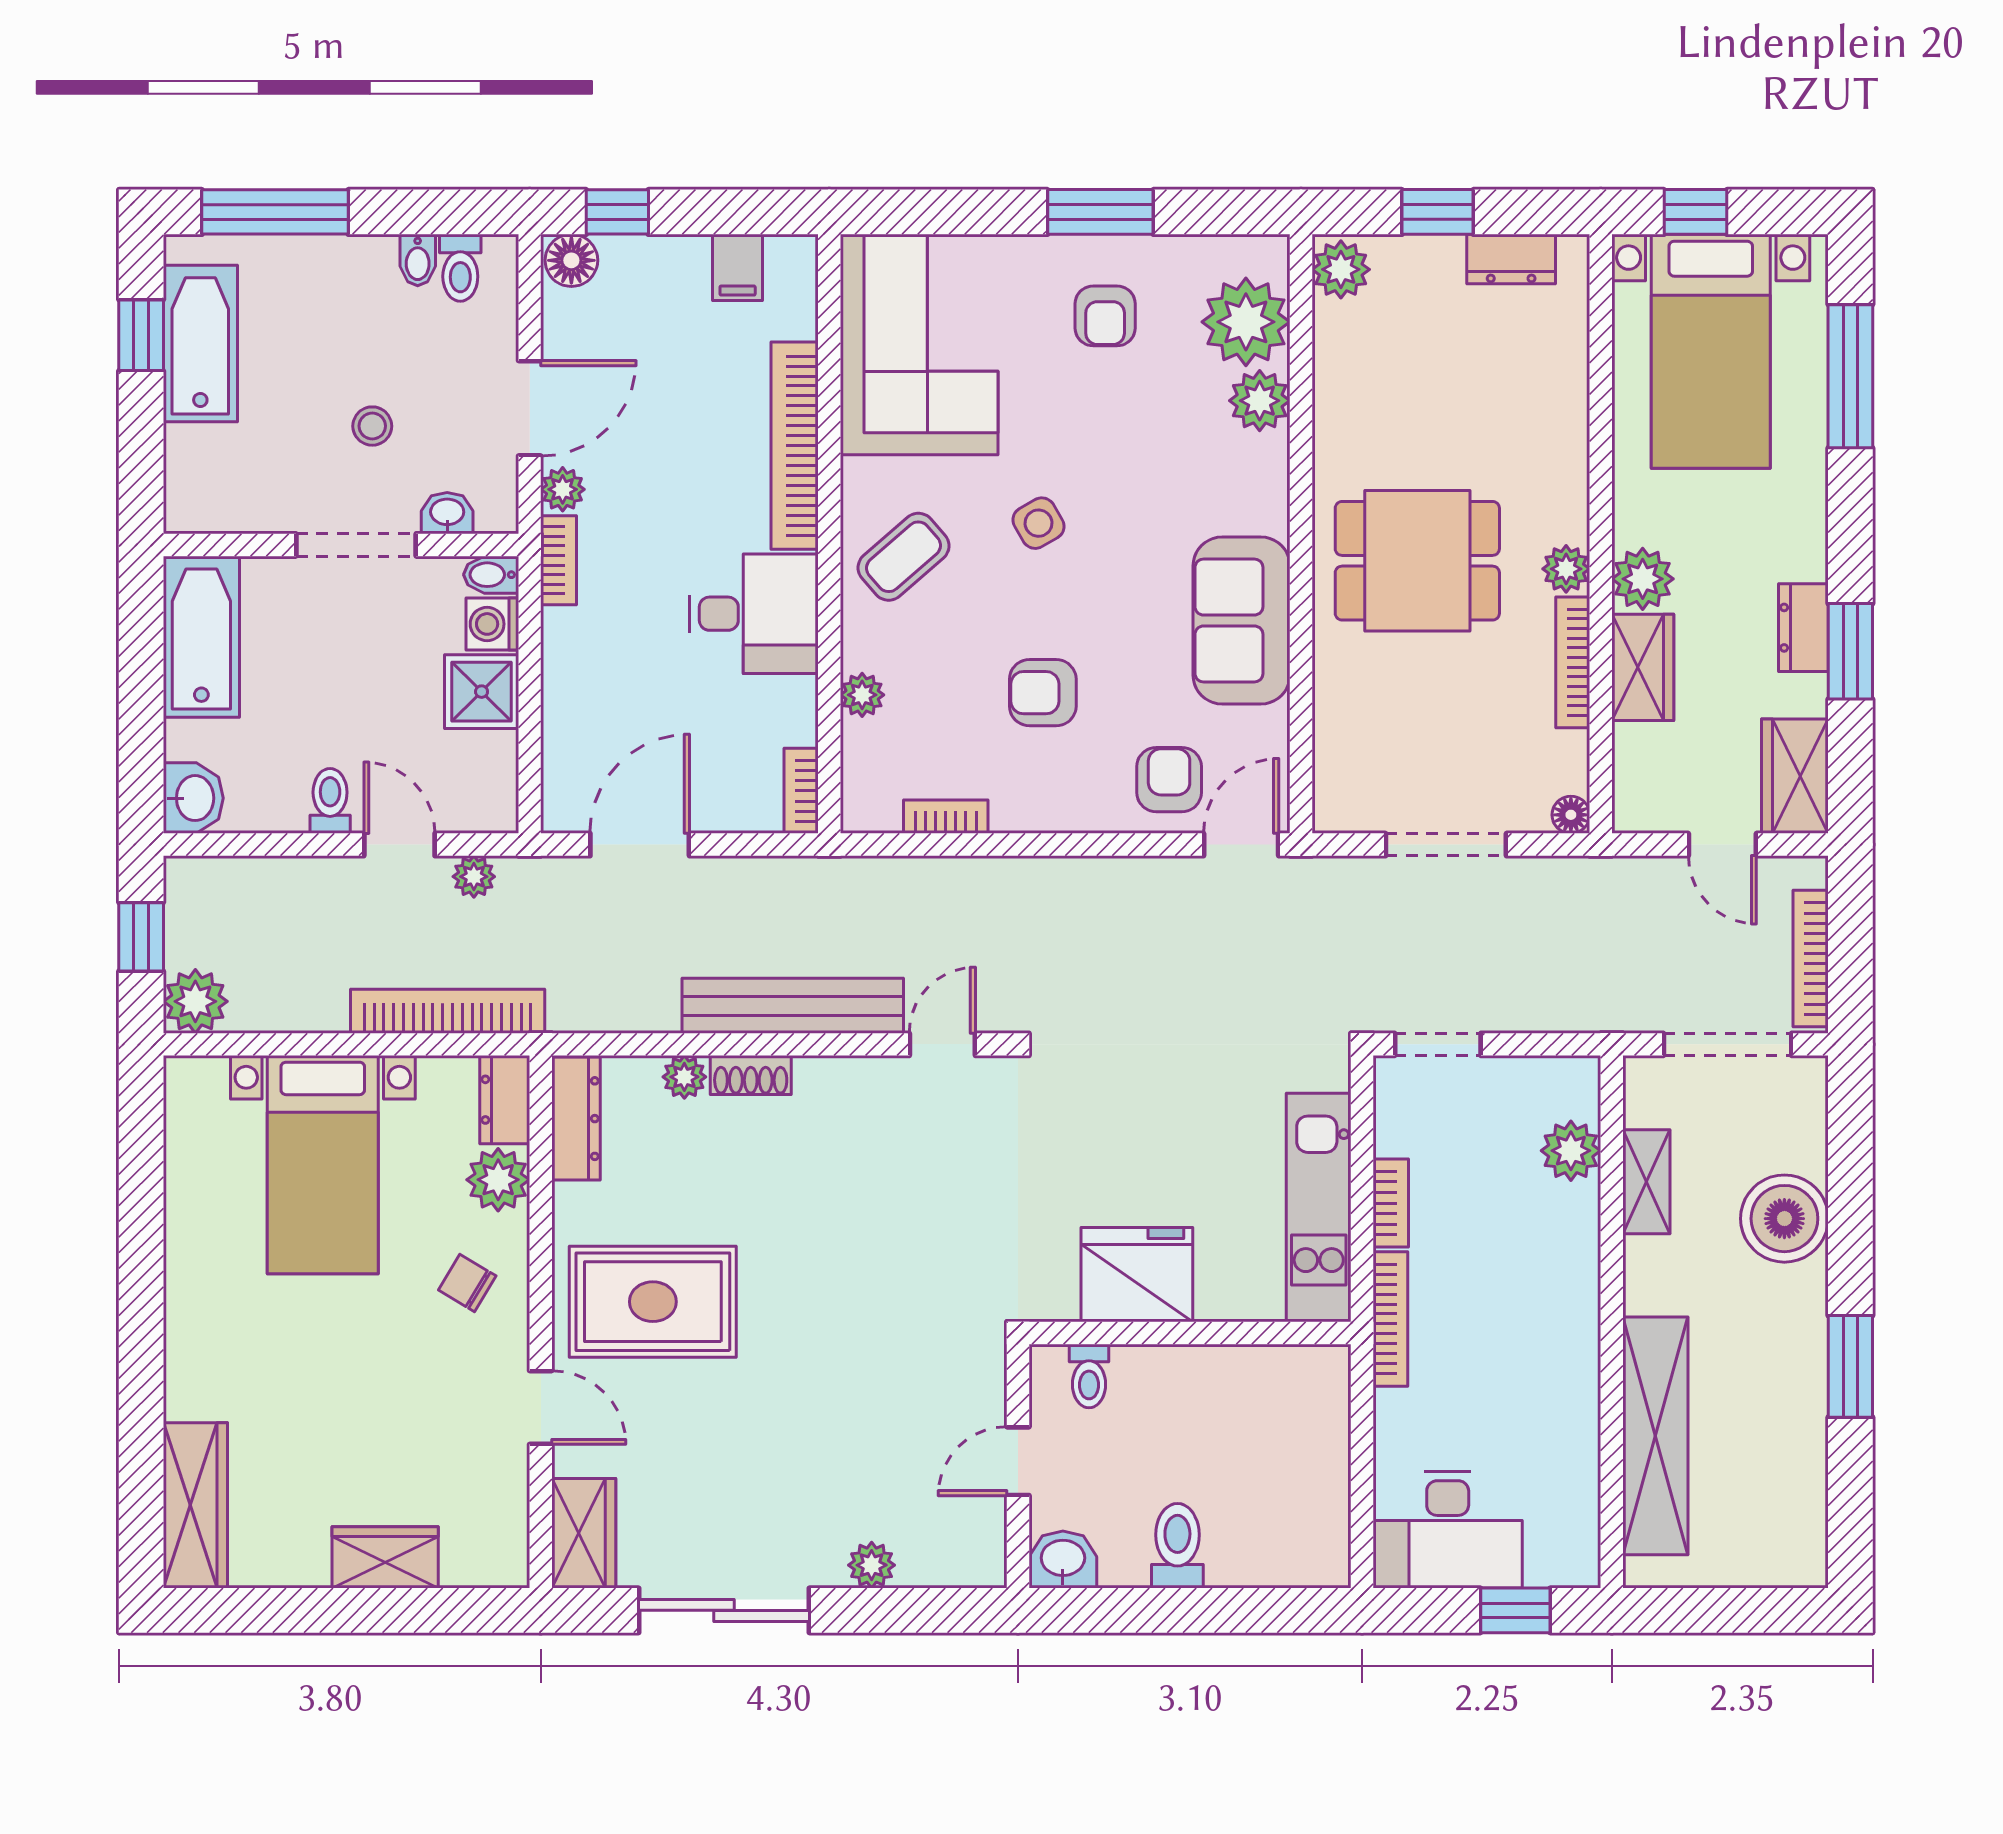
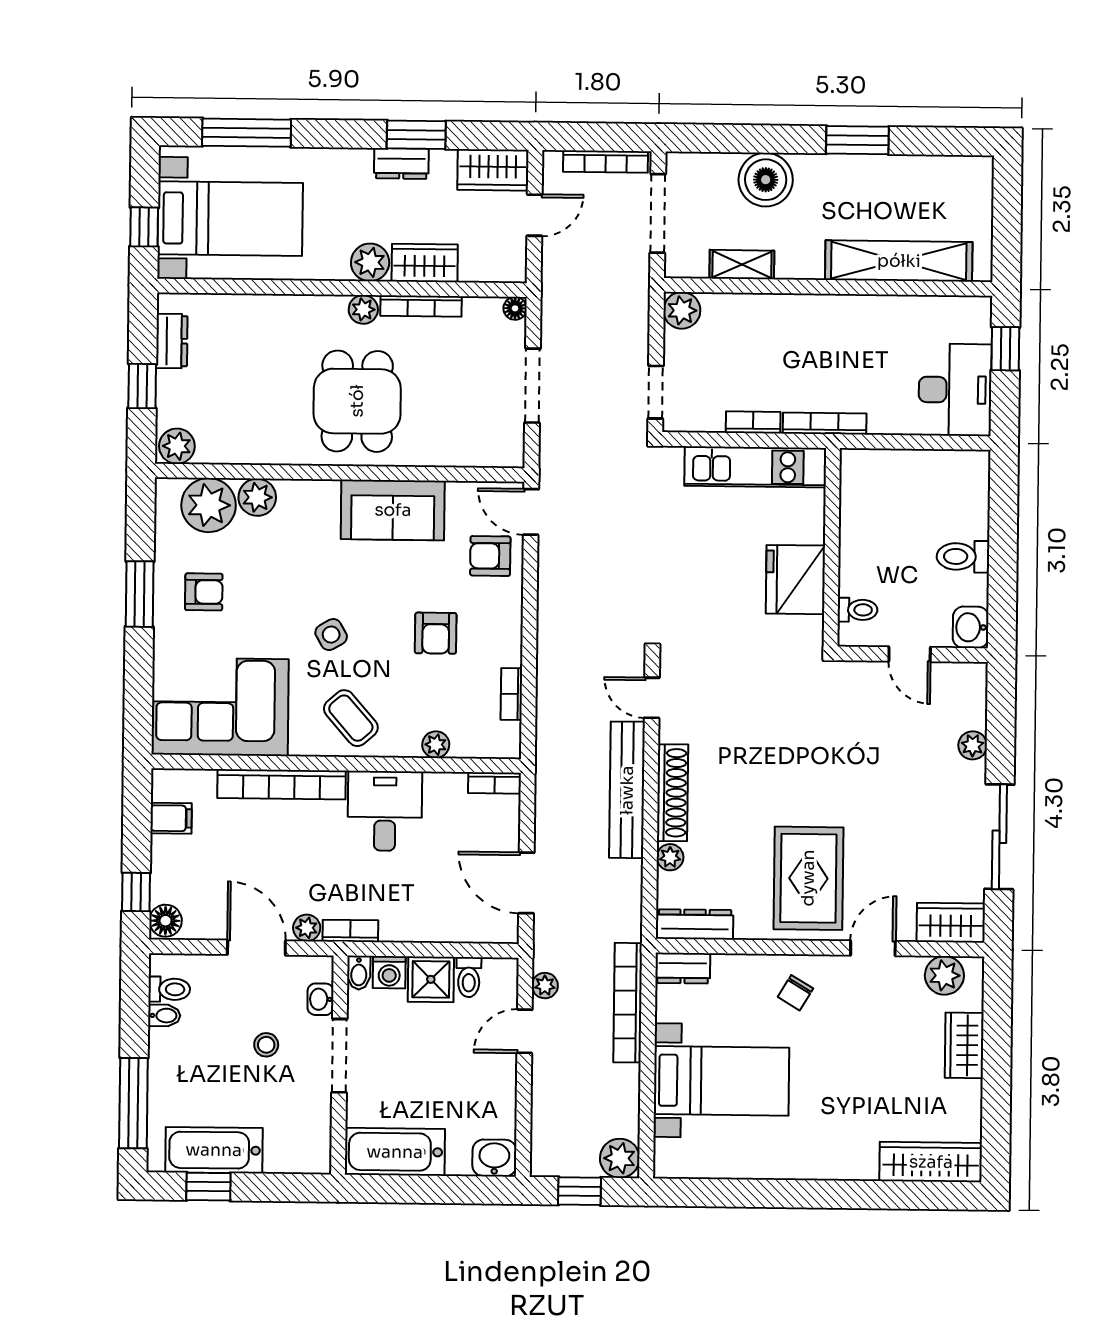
toilet: (330, 801) -> (469, 977), moved, turned -90
shoe rack: (751, 1075) -> (673, 793), width x1.94, depth x1.24
plant: (1571, 1151) -> (682, 310), moved
plant: (498, 1180) -> (944, 975), moved

